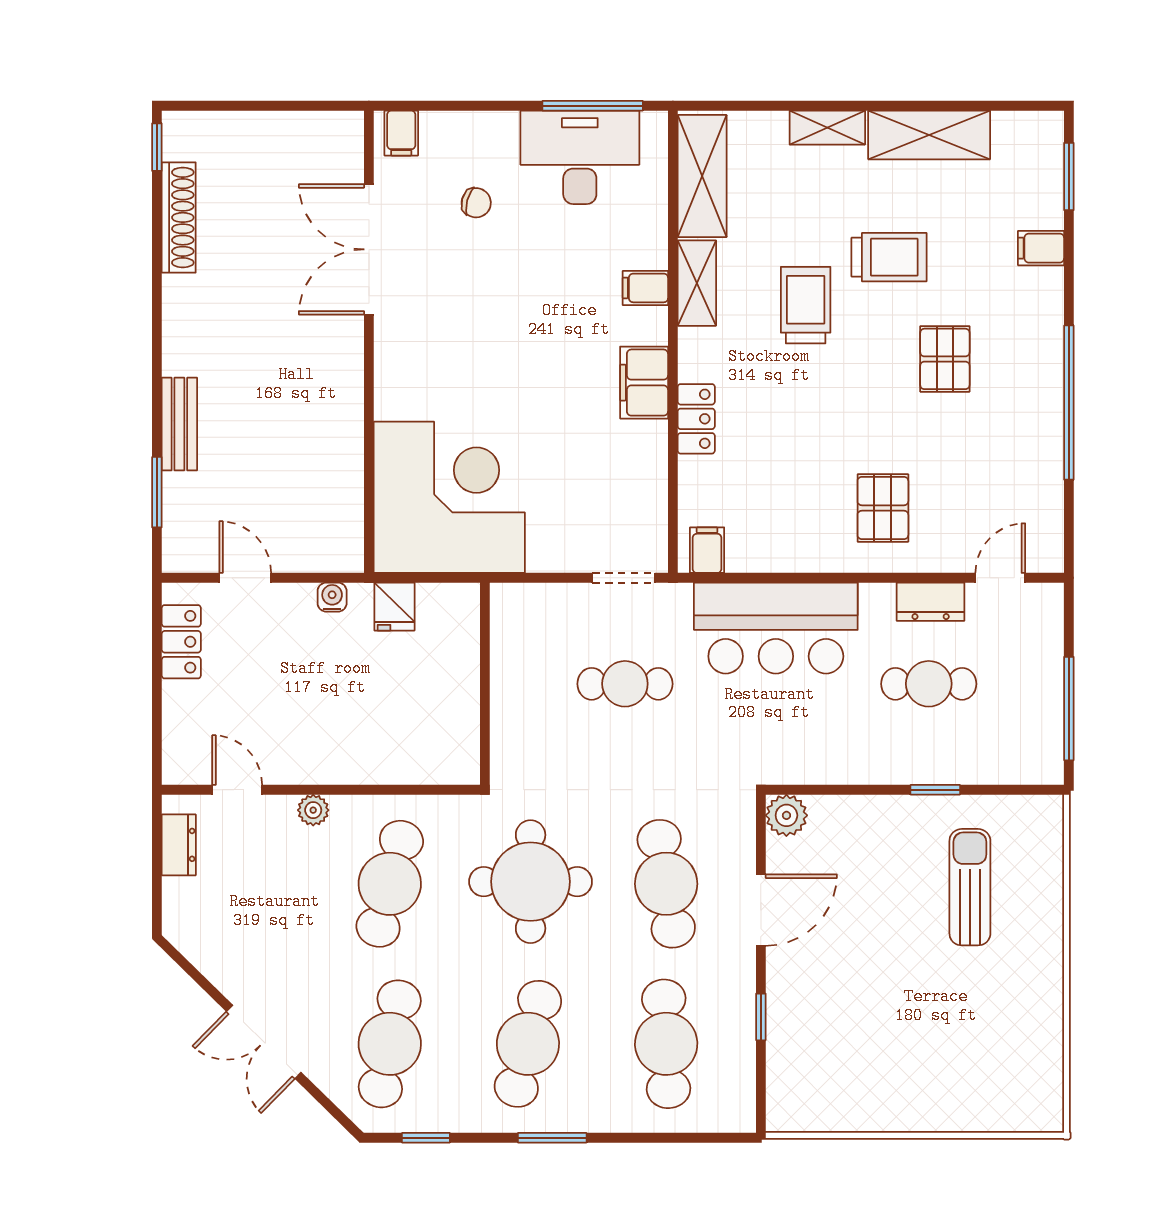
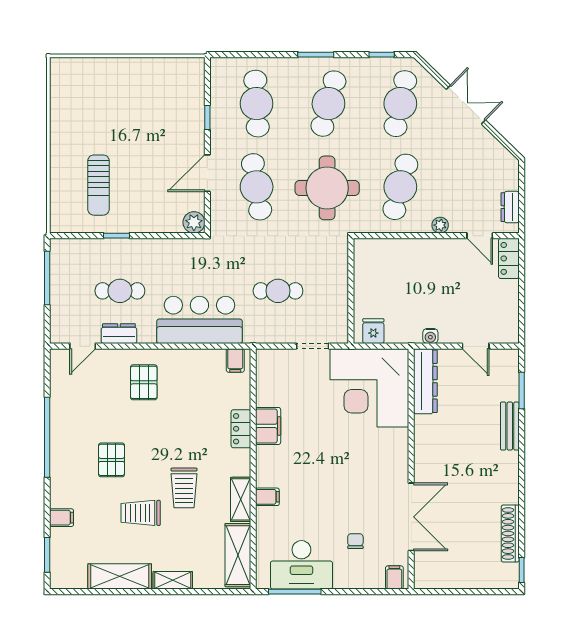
chair: (476, 203) -> (355, 541), turned 75
filing cabinet: (644, 383) -> (268, 426), moved
dresser: (342, 510) -> (425, 381), added
doorway: (624, 578) -> (313, 346), moved
fridge: (394, 607) -> (373, 331), moved
locker: (181, 642) -> (509, 258), moved

